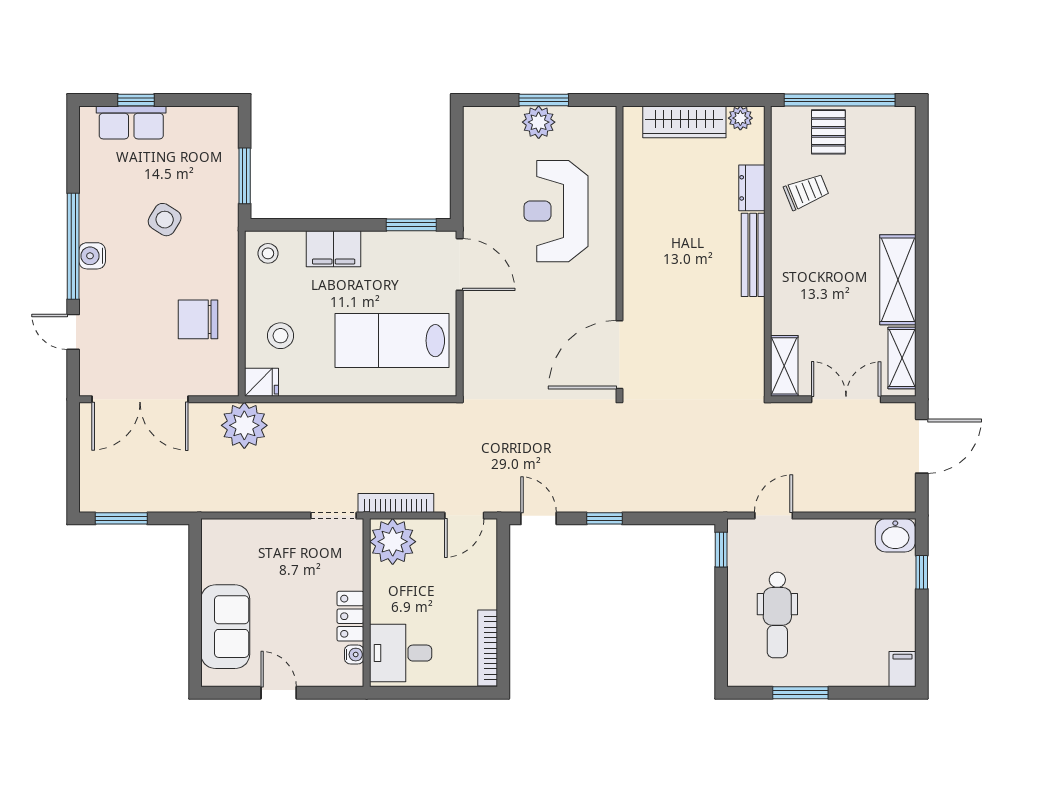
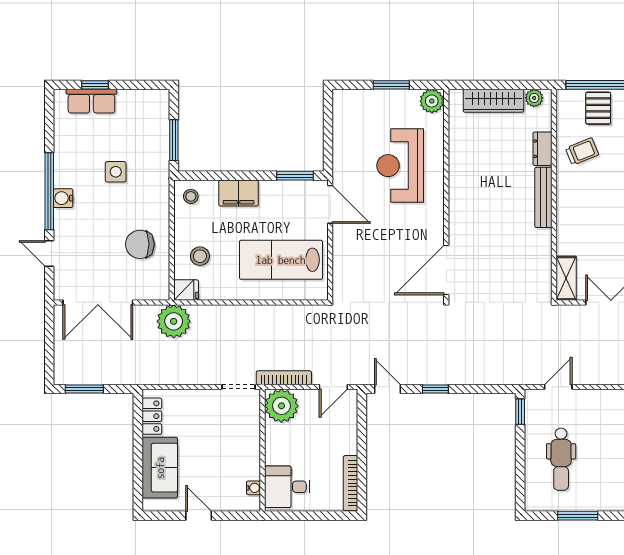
plant: (539, 122) -> (432, 101), moved
side table: (165, 220) -> (116, 172), turned -32
locker: (350, 616) -> (152, 416), moved, turned 180

